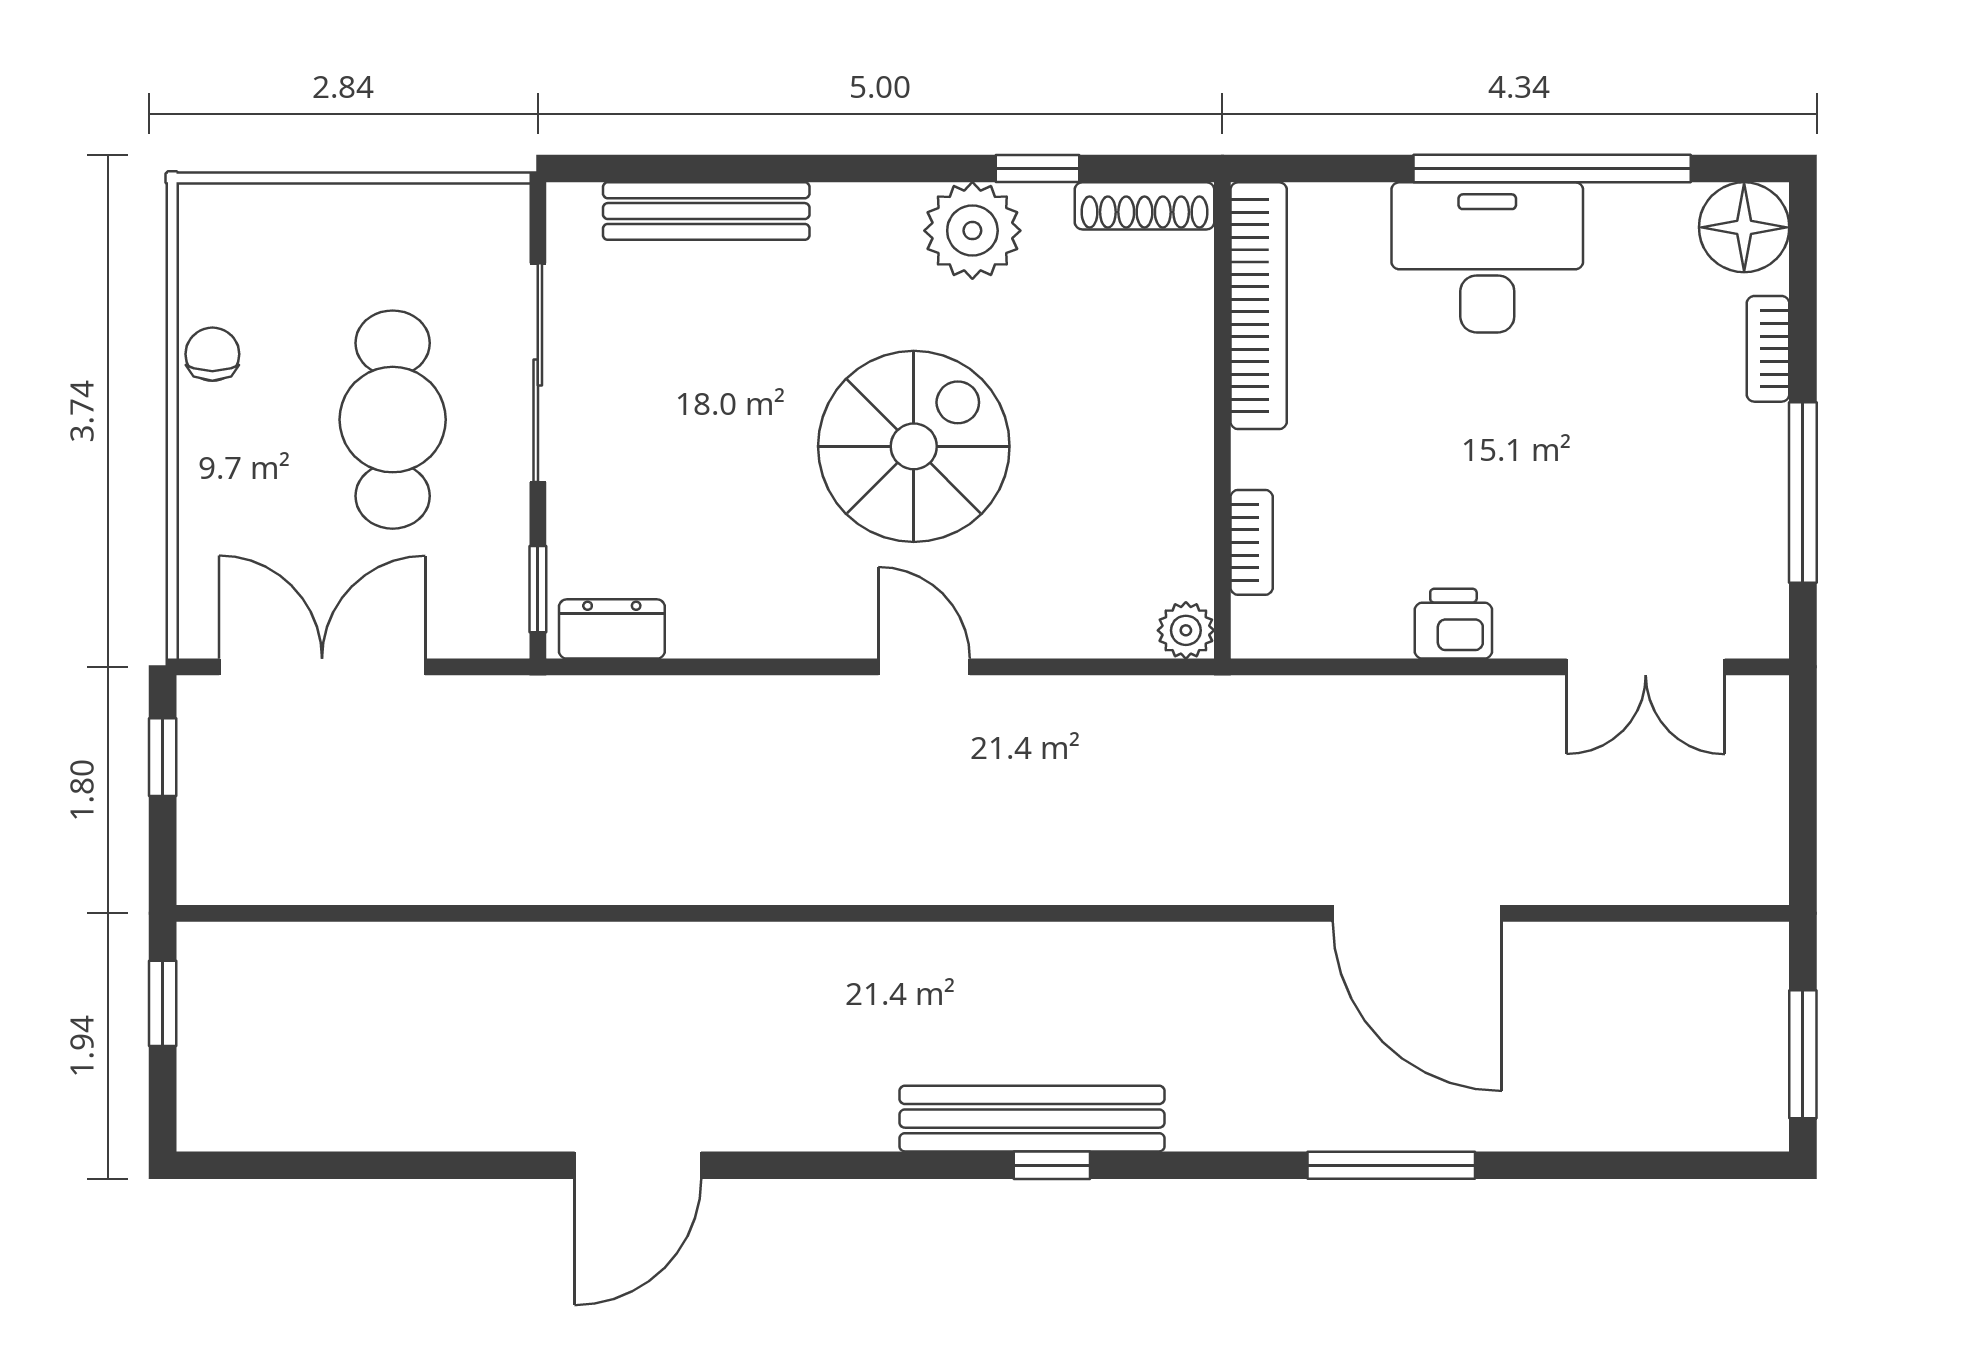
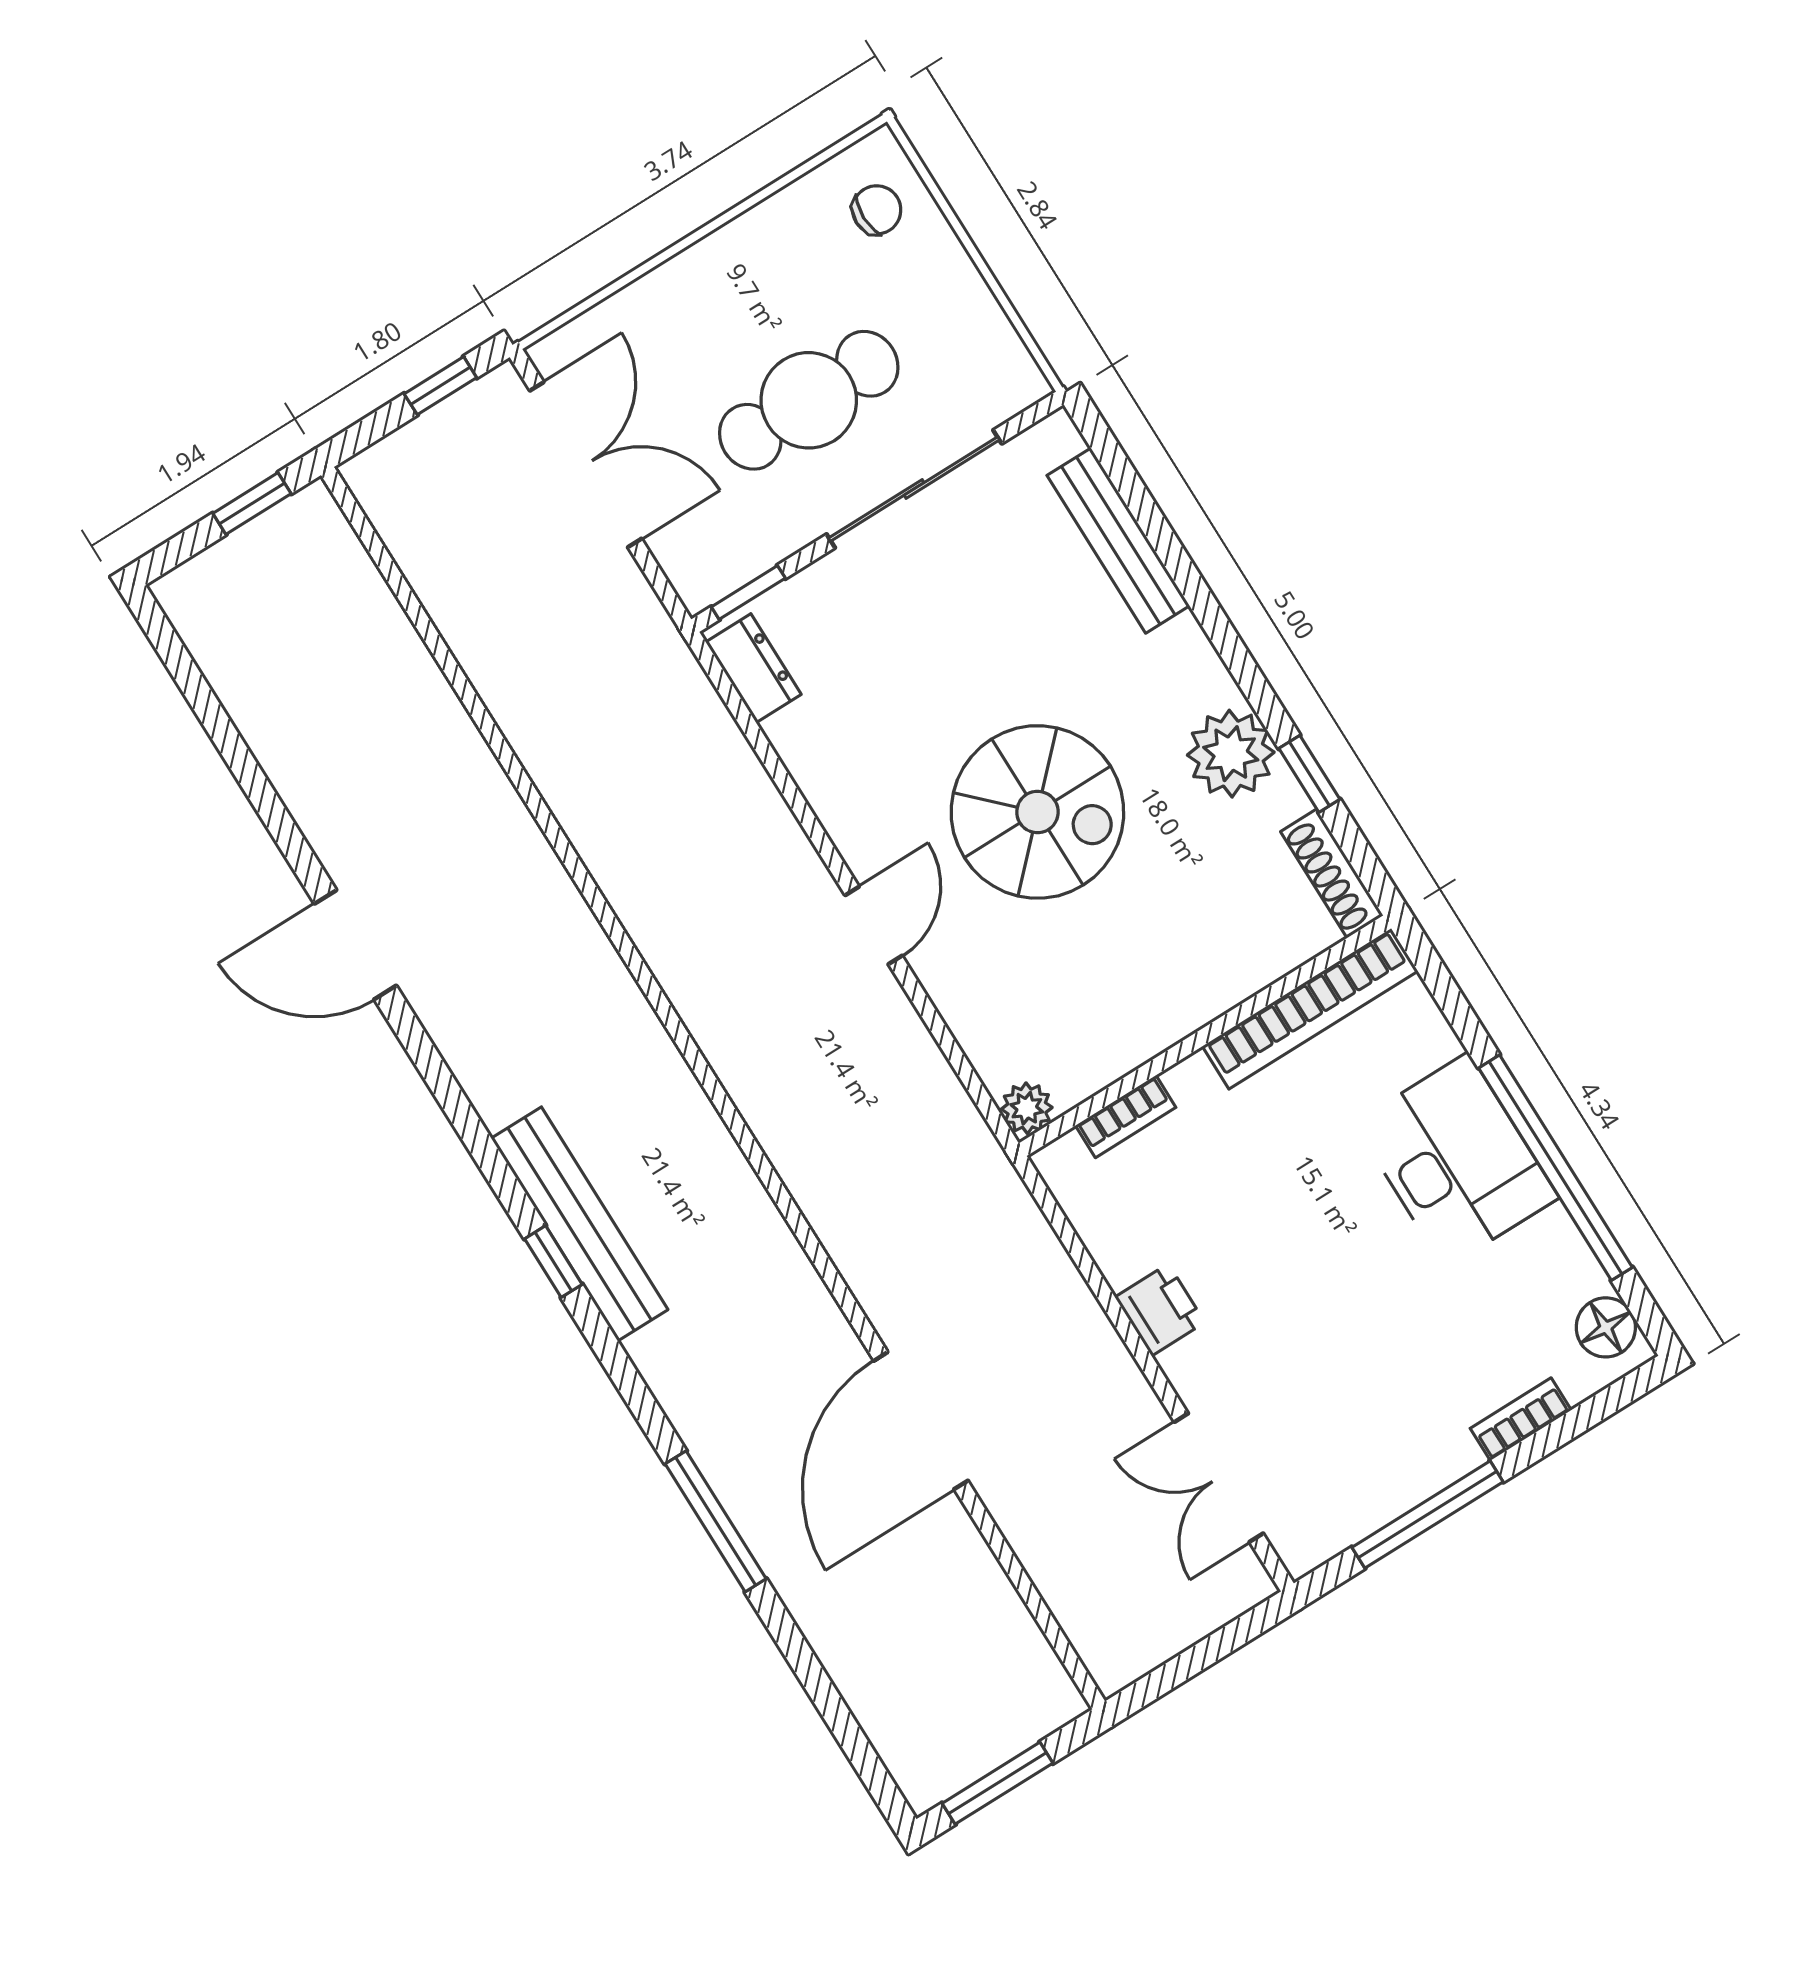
floor lamp: (1744, 227) -> (1606, 1327), width x0.73, depth x0.73
chair: (212, 354) -> (877, 210), moved

